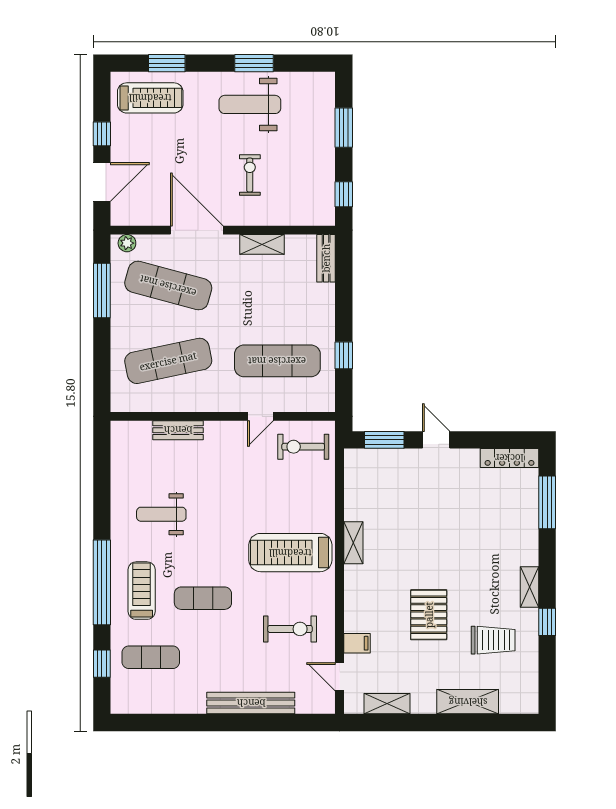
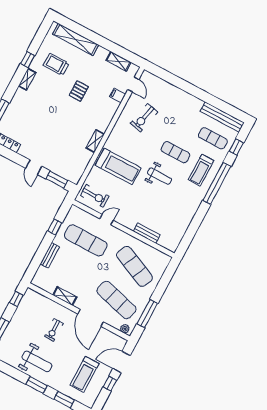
window: (254, 63) -> (37, 385), moved
treadmill: (150, 98) -> (84, 374), moved, turned -90
bench: (326, 258) -> (50, 255), moved
exercise mat: (168, 361) -> (134, 266), turned 36
weight bench: (161, 514) -> (160, 176), moved
treadmill: (290, 553) -> (118, 167), moved
pallet: (429, 615) -> (79, 91), width x0.67, depth x0.71
exercise bike: (290, 629) -> (144, 118), turned -77
shelving: (468, 702) -> (76, 39), width x1.47
bench: (251, 703) -> (222, 117), moved

